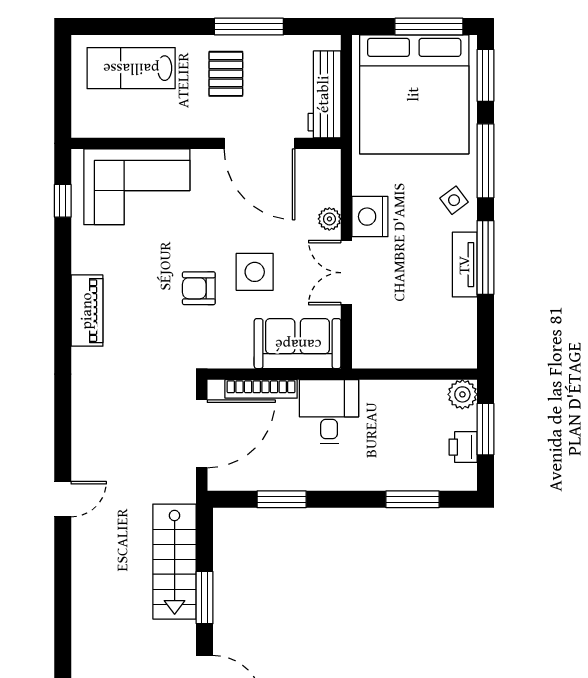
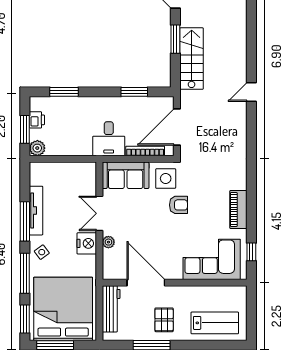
tv unit: (465, 265) -> (36, 211), width x1.41
side table: (255, 272) -> (166, 179), moved
double door: (346, 273) -> (99, 213), swing flipped
piano: (87, 311) -> (238, 210), moved

